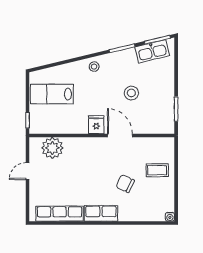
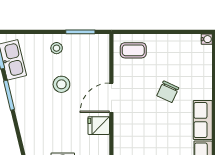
stool: (94, 67) -> (57, 48), moved
coffee table: (157, 170) -> (133, 50), moved, turned 90

